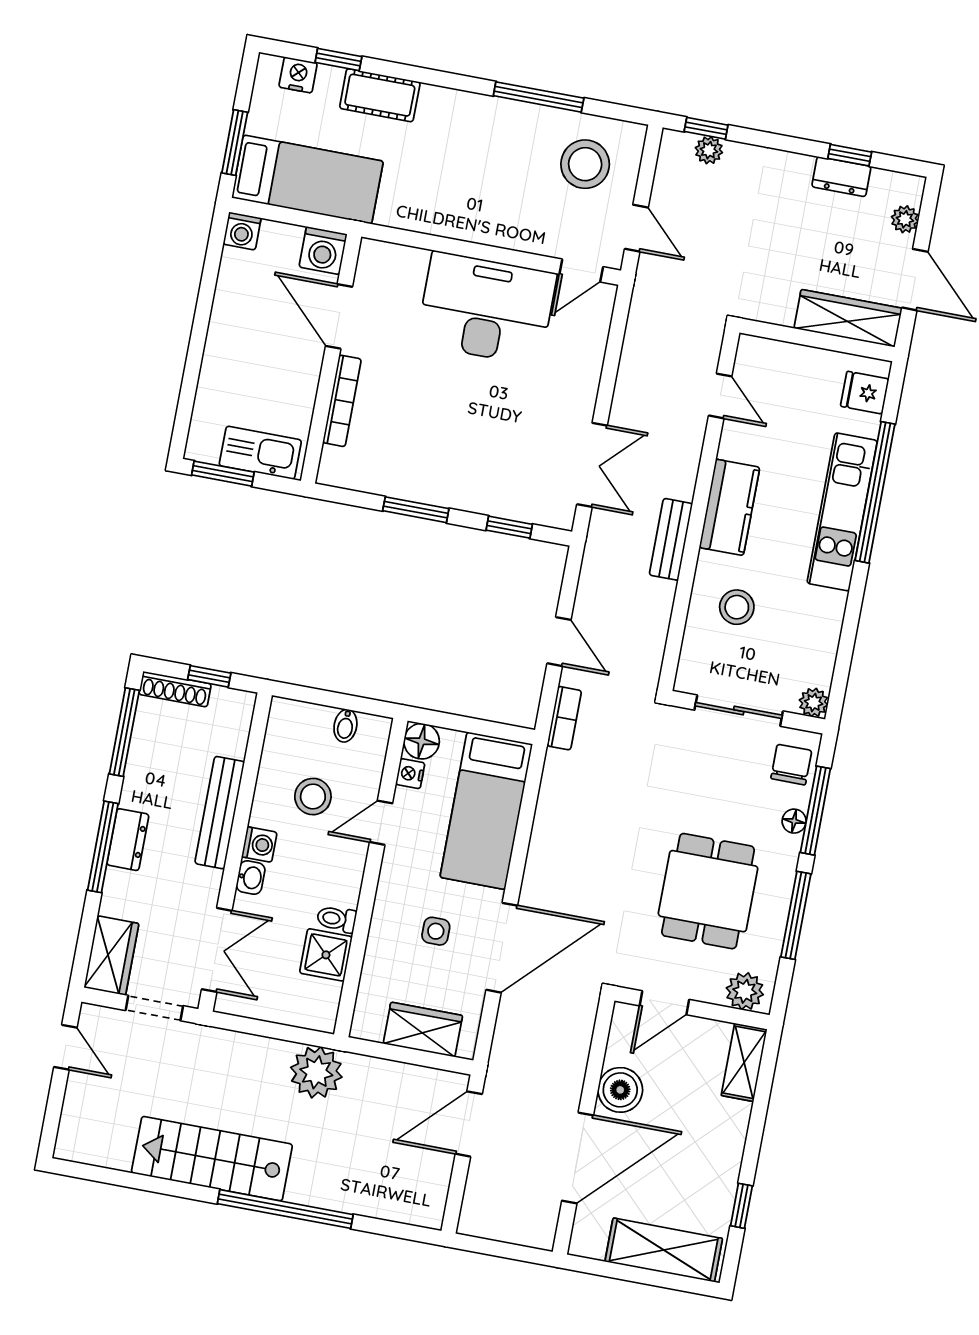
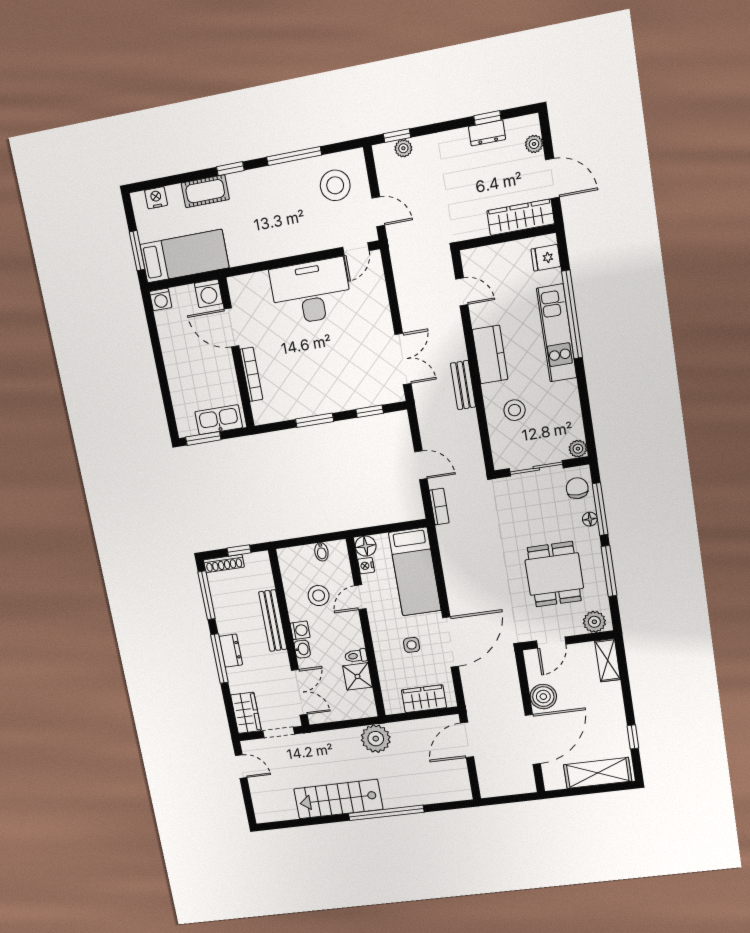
window: (338, 59) -> (230, 169), moved

